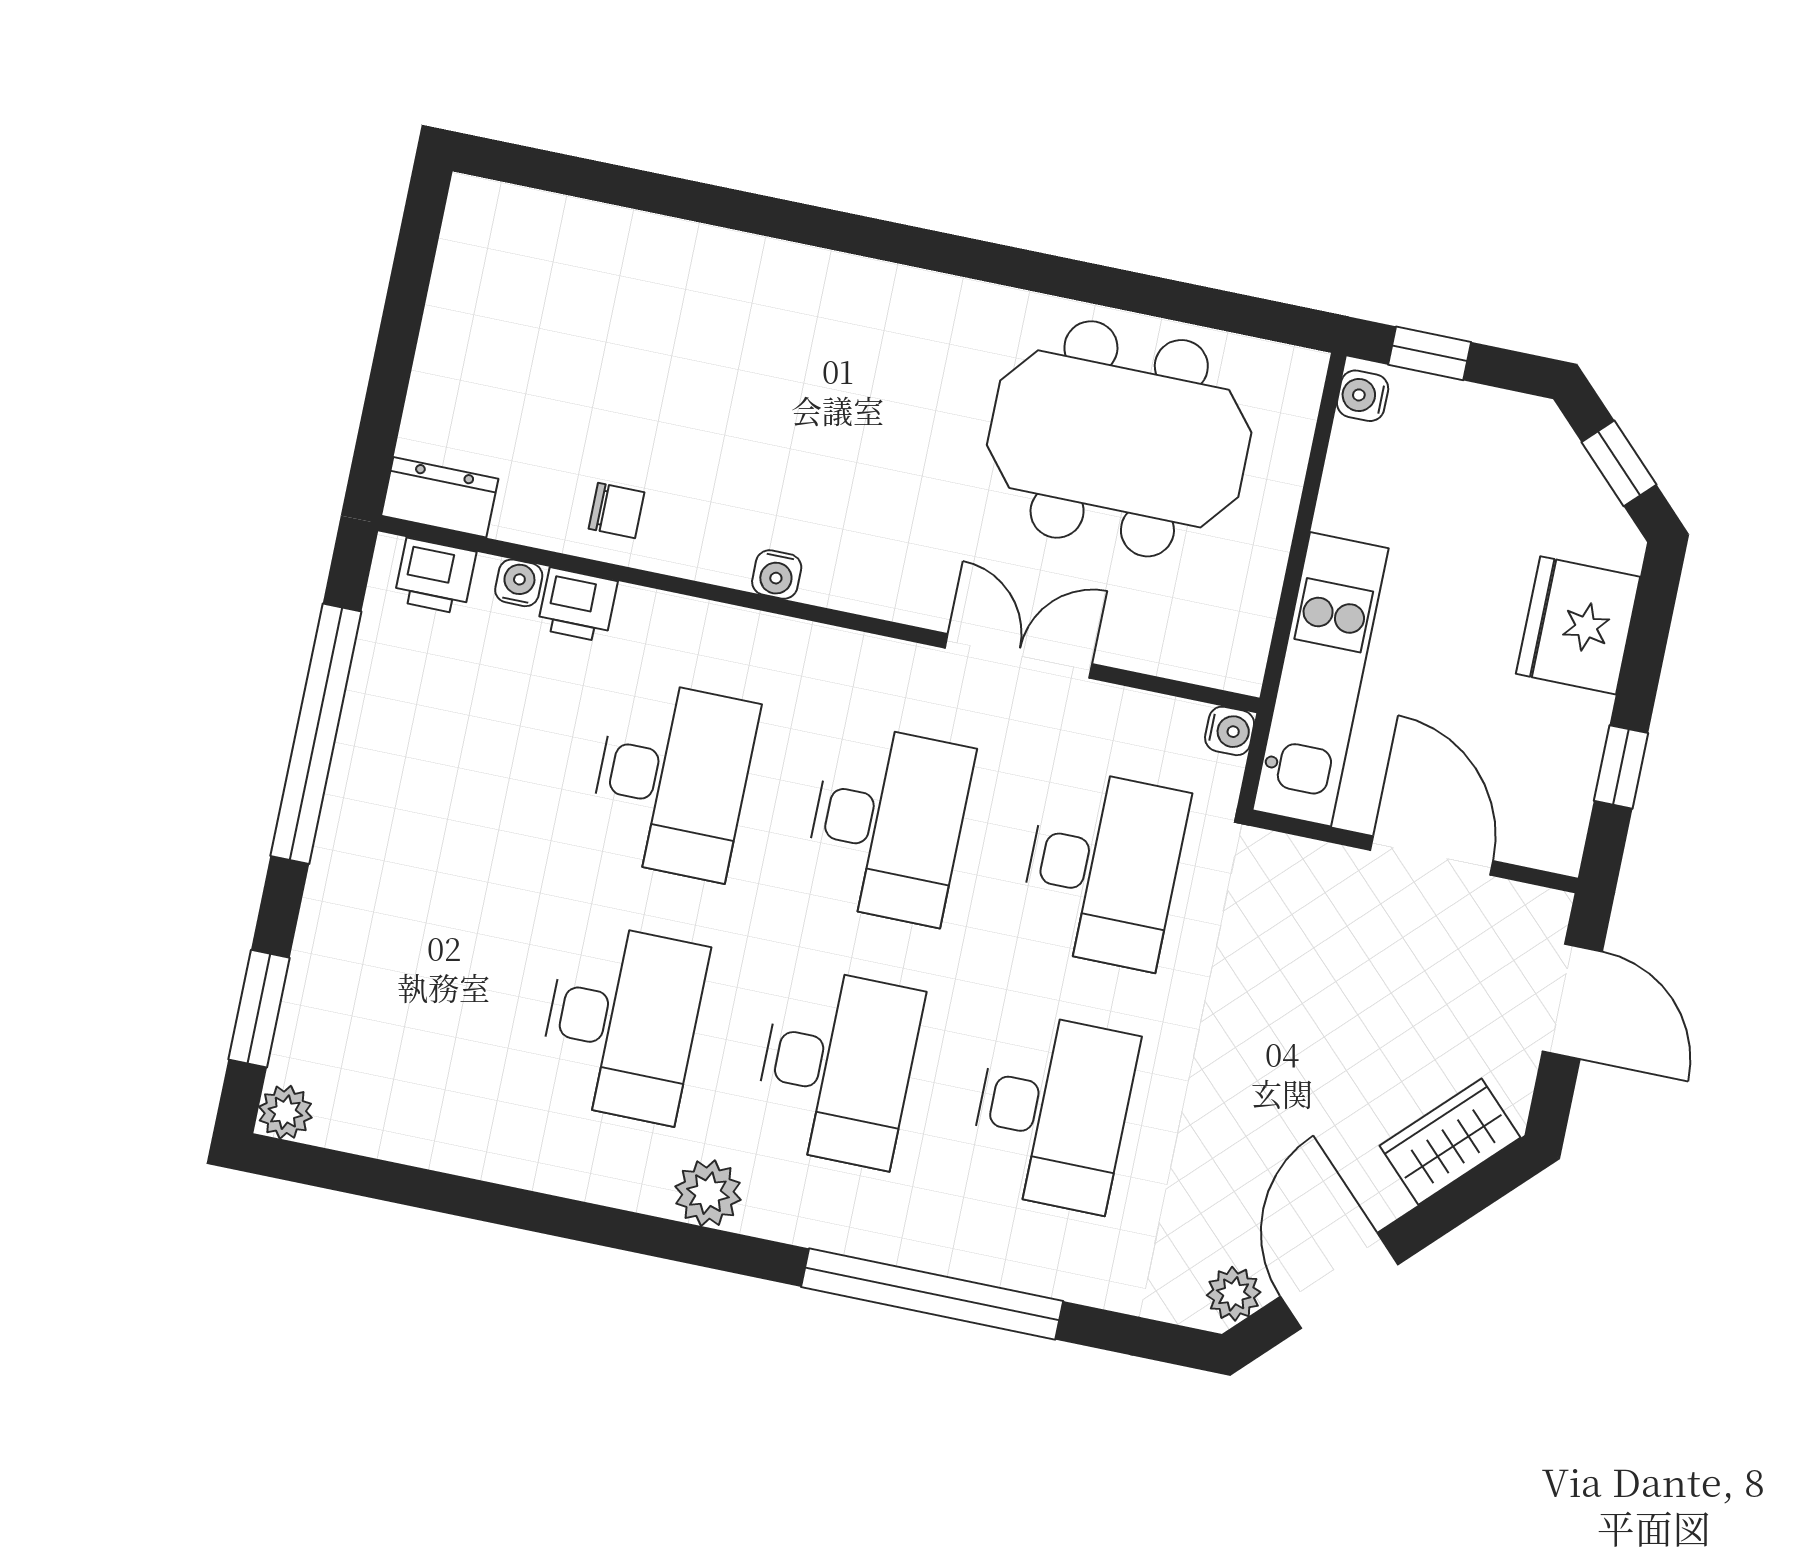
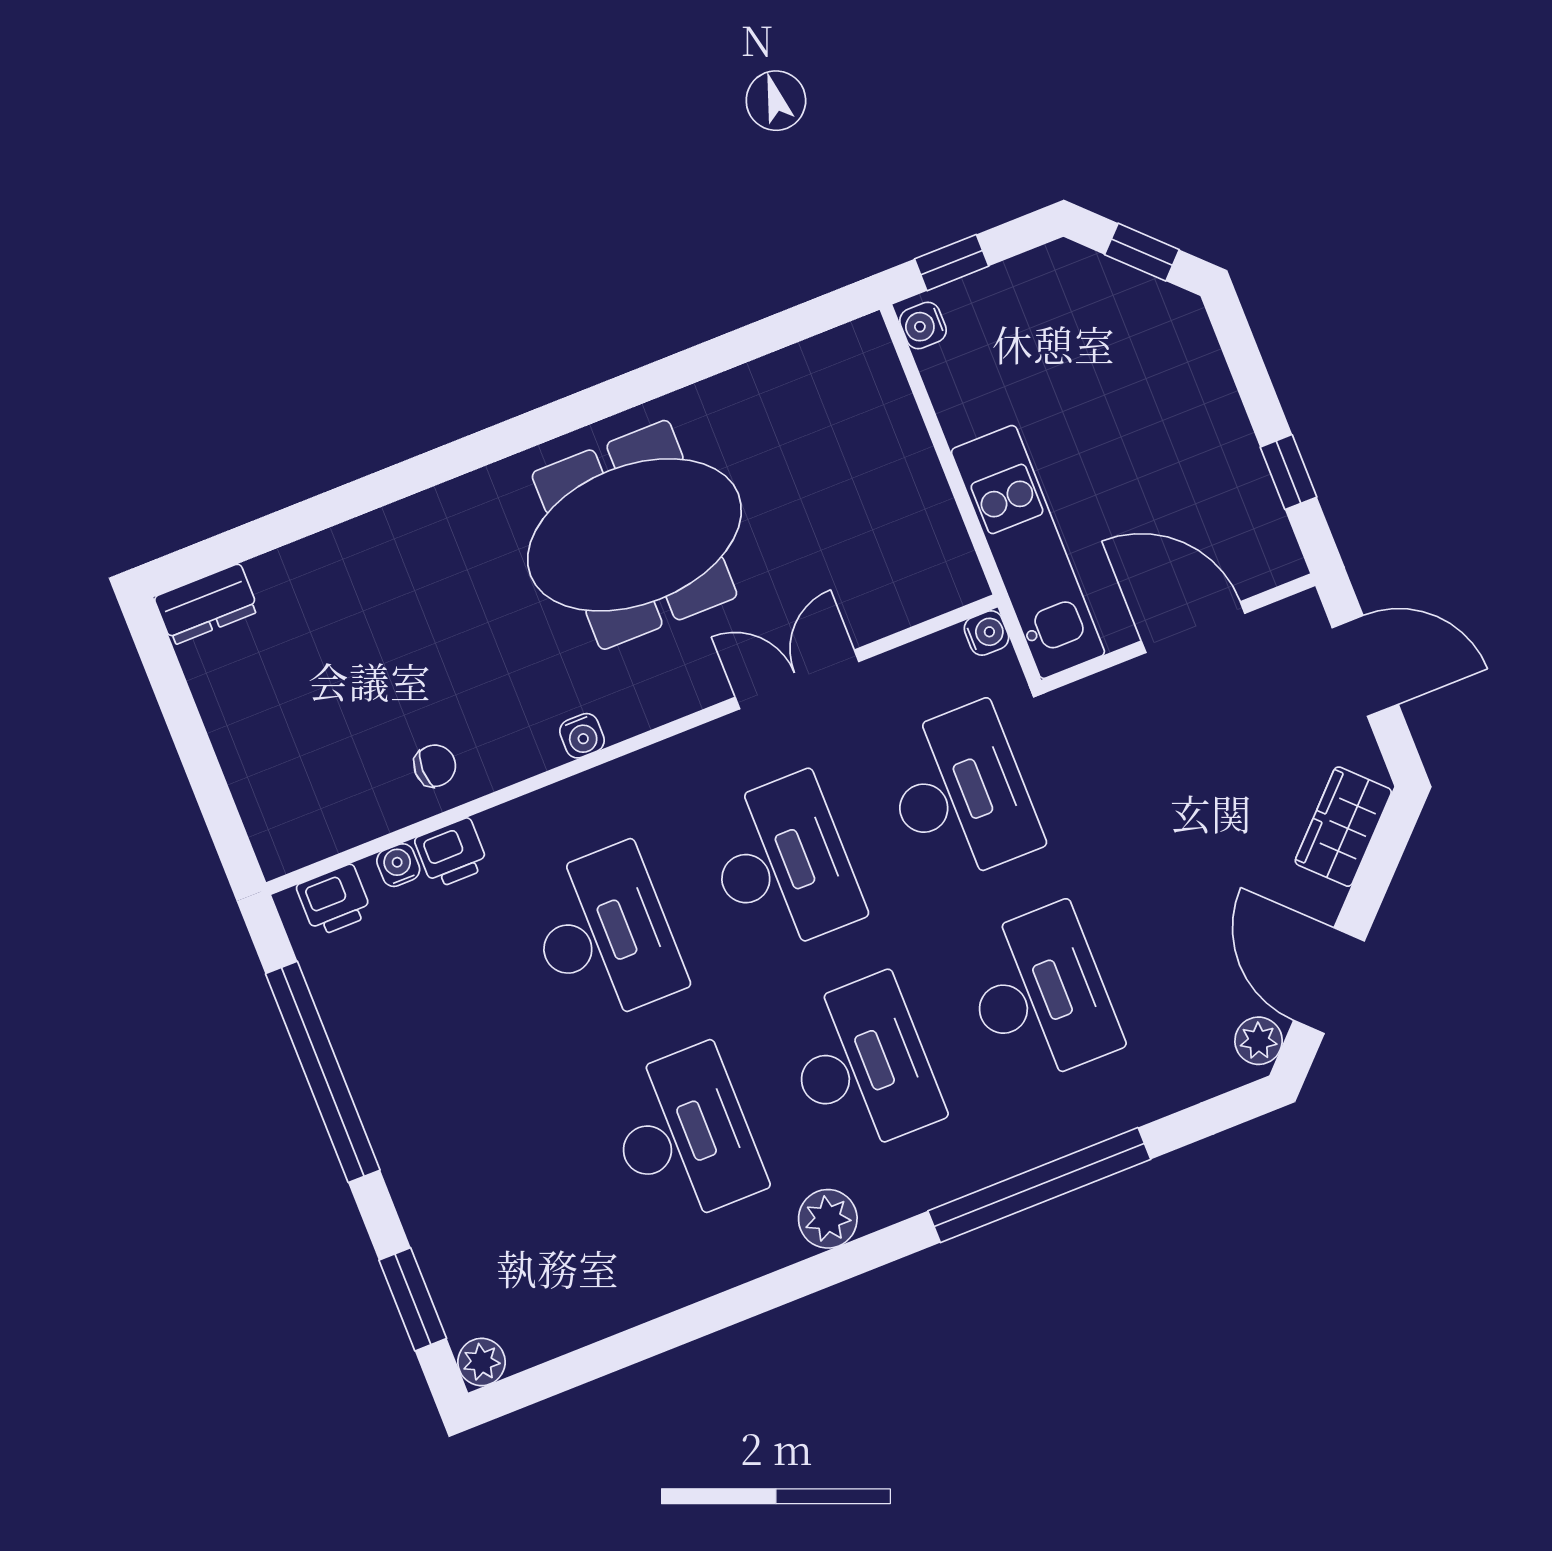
meeting table: (1119, 439) -> (634, 535), moved
dresser: (440, 497) -> (206, 604), moved, turned 180
fridge: (1578, 625) -> (1190, 390), removed

